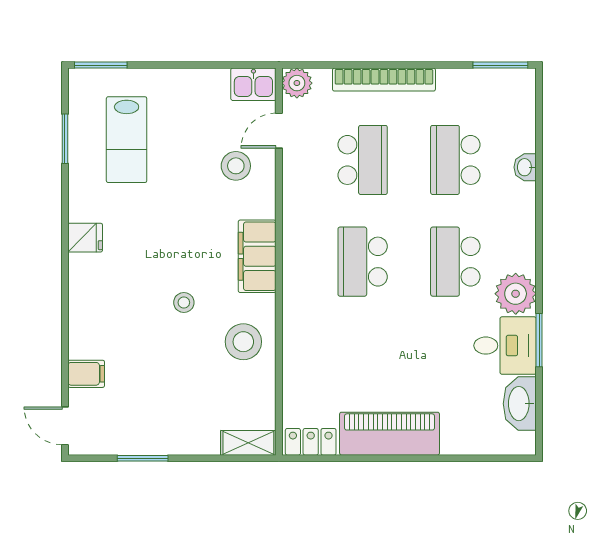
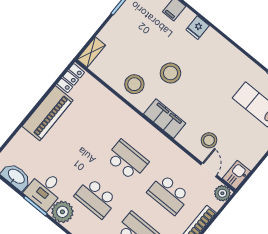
fridge: (85, 238) -> (198, 28), moved
school desk: (455, 262) -> (96, 198), turned 180
stool: (184, 302) -> (170, 73), width x1.89, depth x1.89

